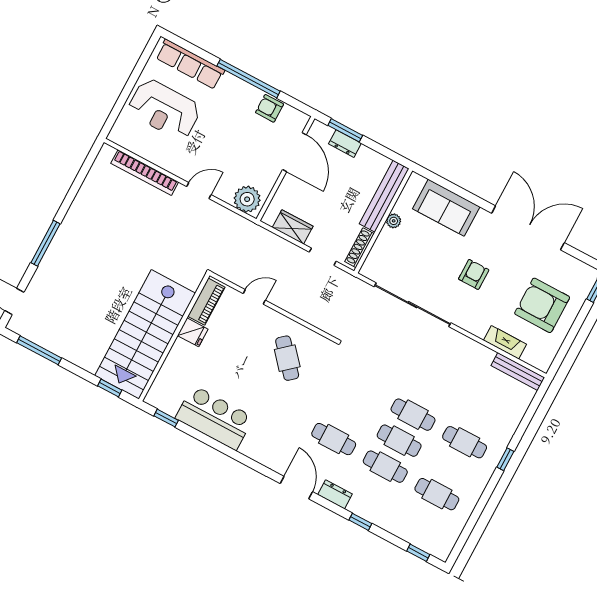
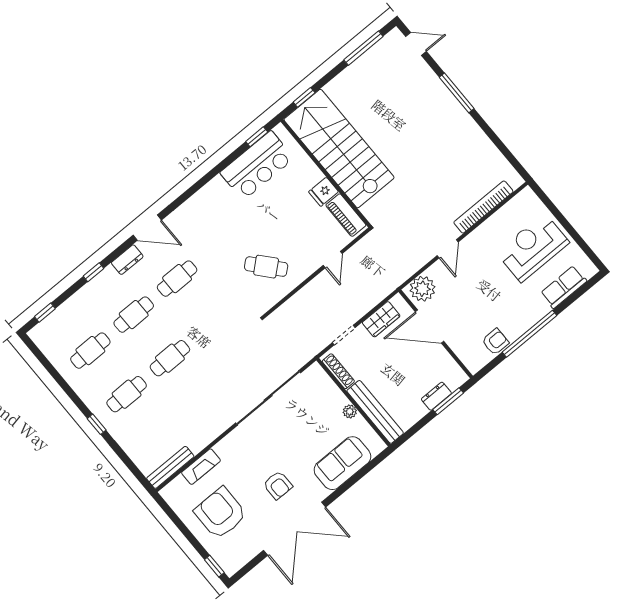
row of seats: (190, 64) -> (564, 287), width x0.68
door: (294, 152) -> (429, 327), moved
armchair: (474, 274) -> (278, 485), moved
armchair: (542, 305) -> (220, 513), turned -90
bar counter: (215, 418) -> (257, 165), moved
cafe table: (399, 441) -> (152, 336), removed

